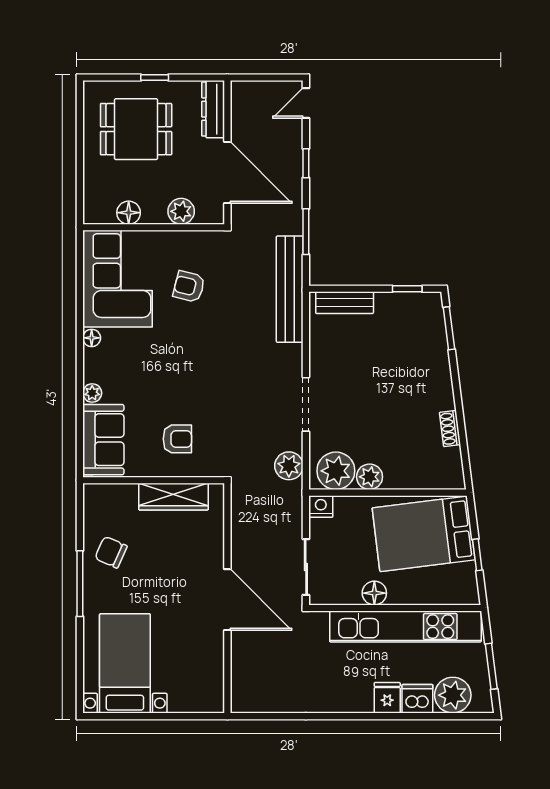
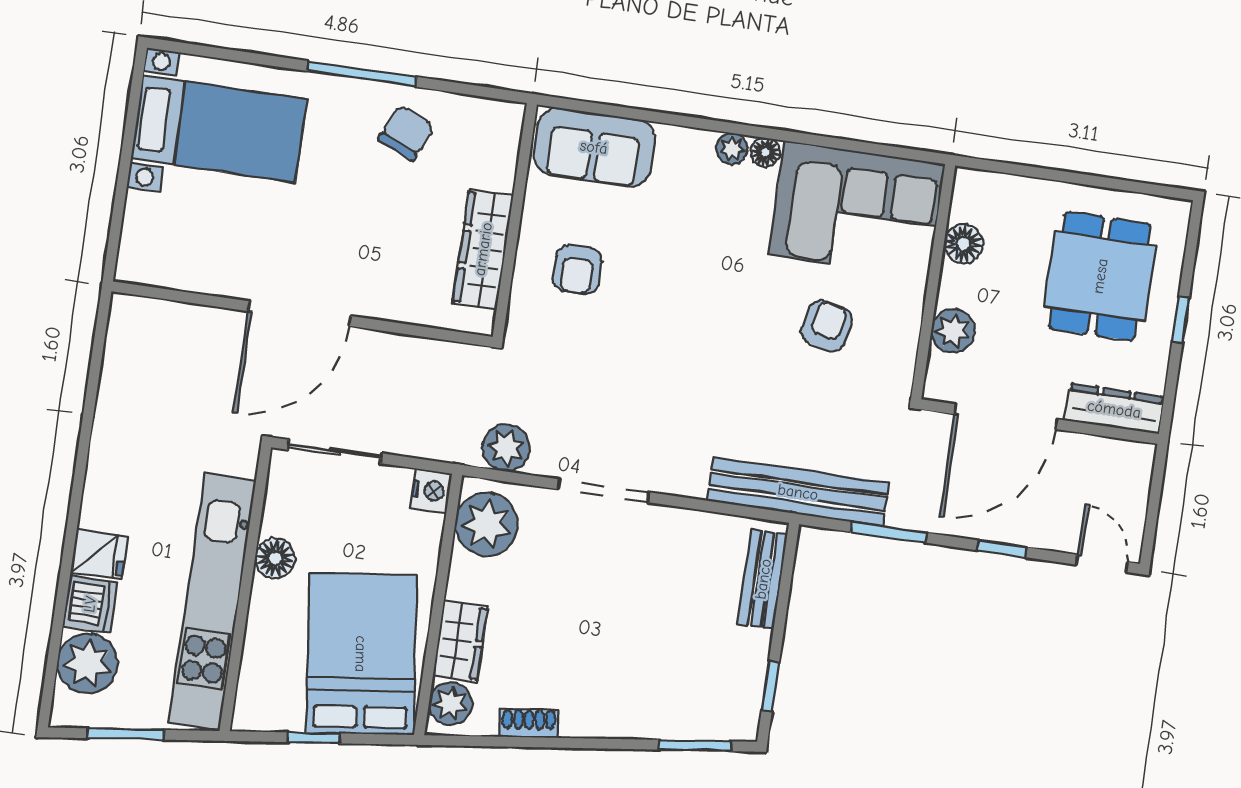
plant: (92, 393) -> (732, 149), moved
wardrobe: (407, 476) -> (460, 641), added
plant: (370, 477) -> (450, 704), moved

